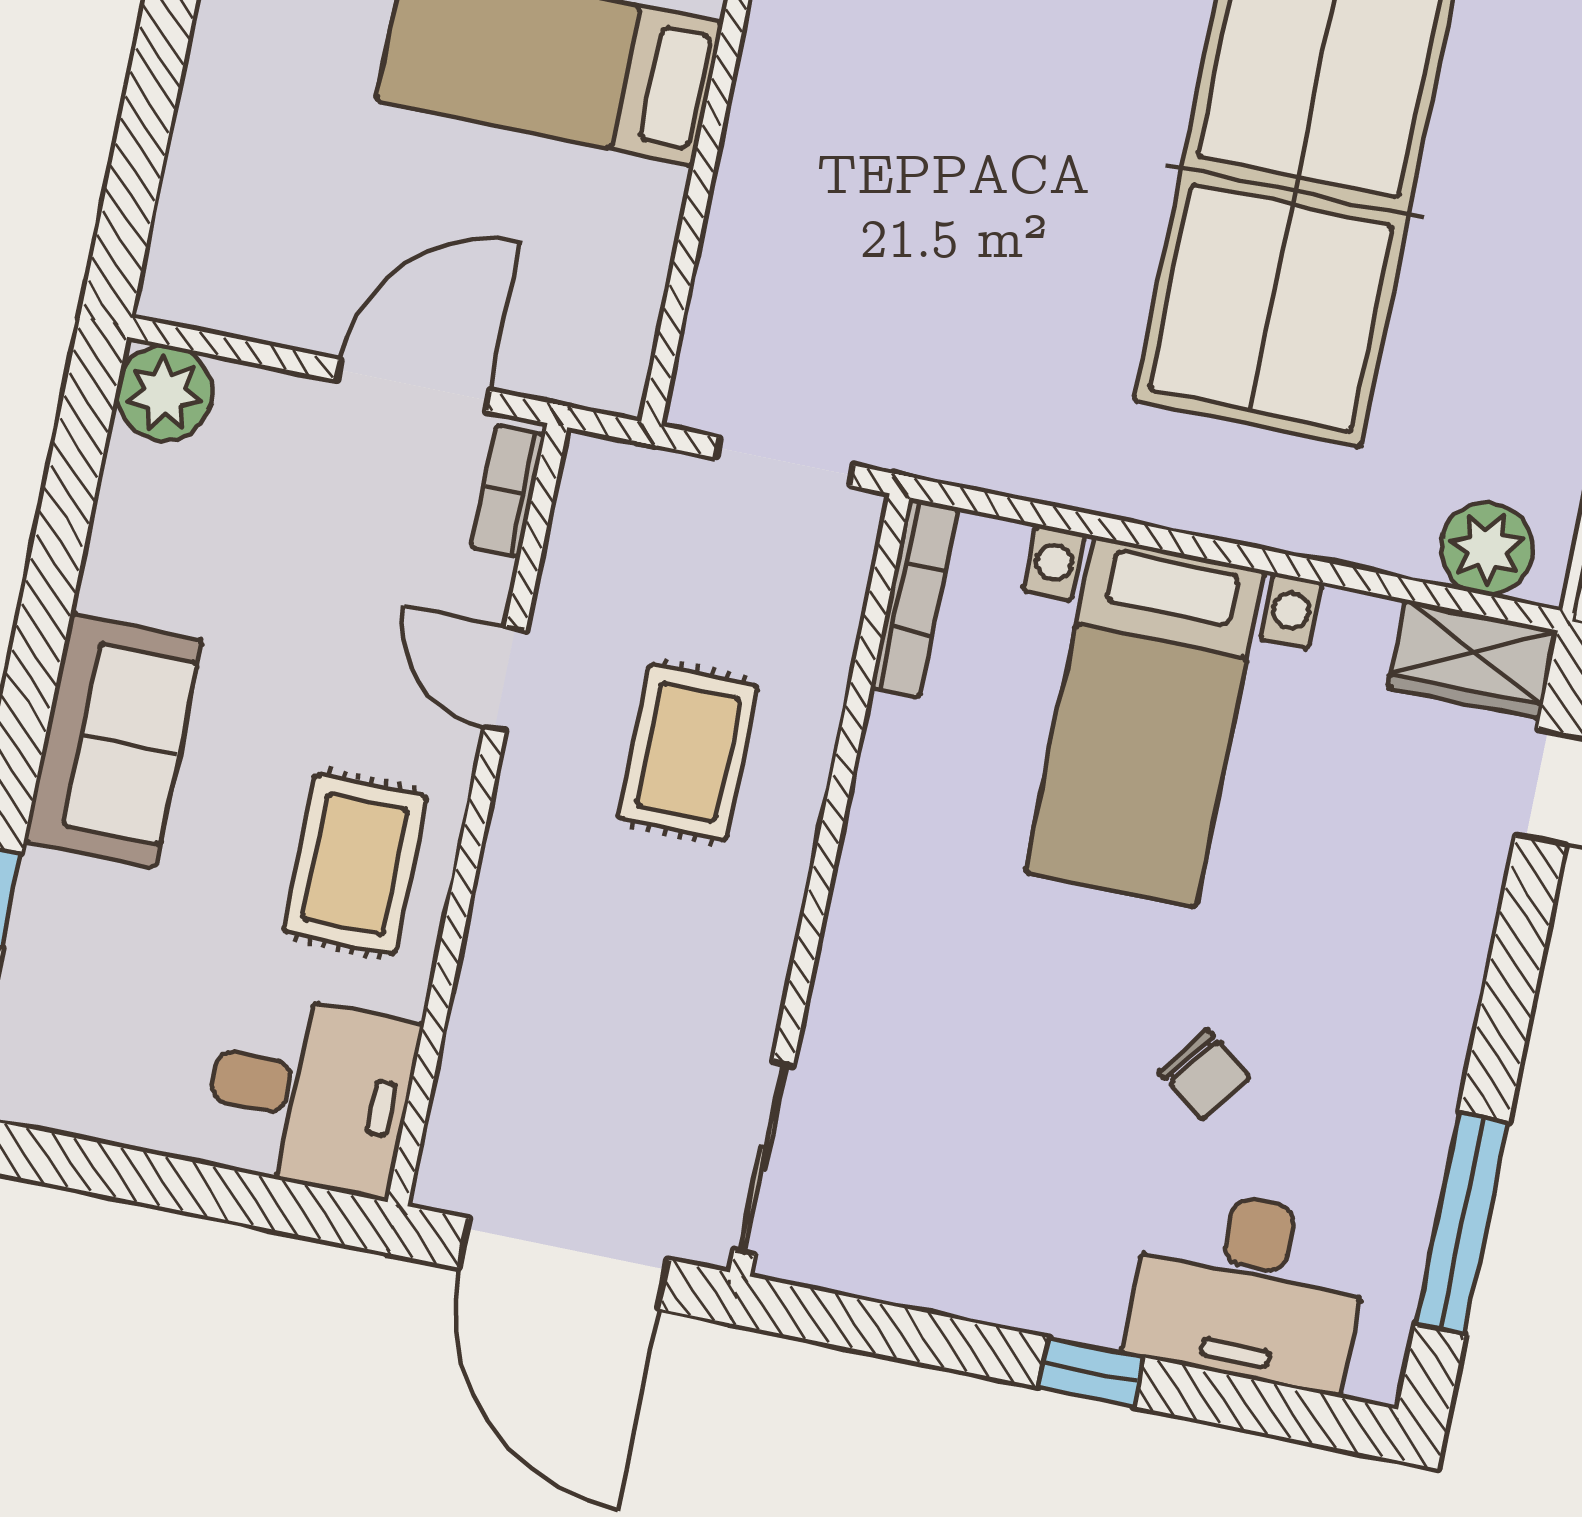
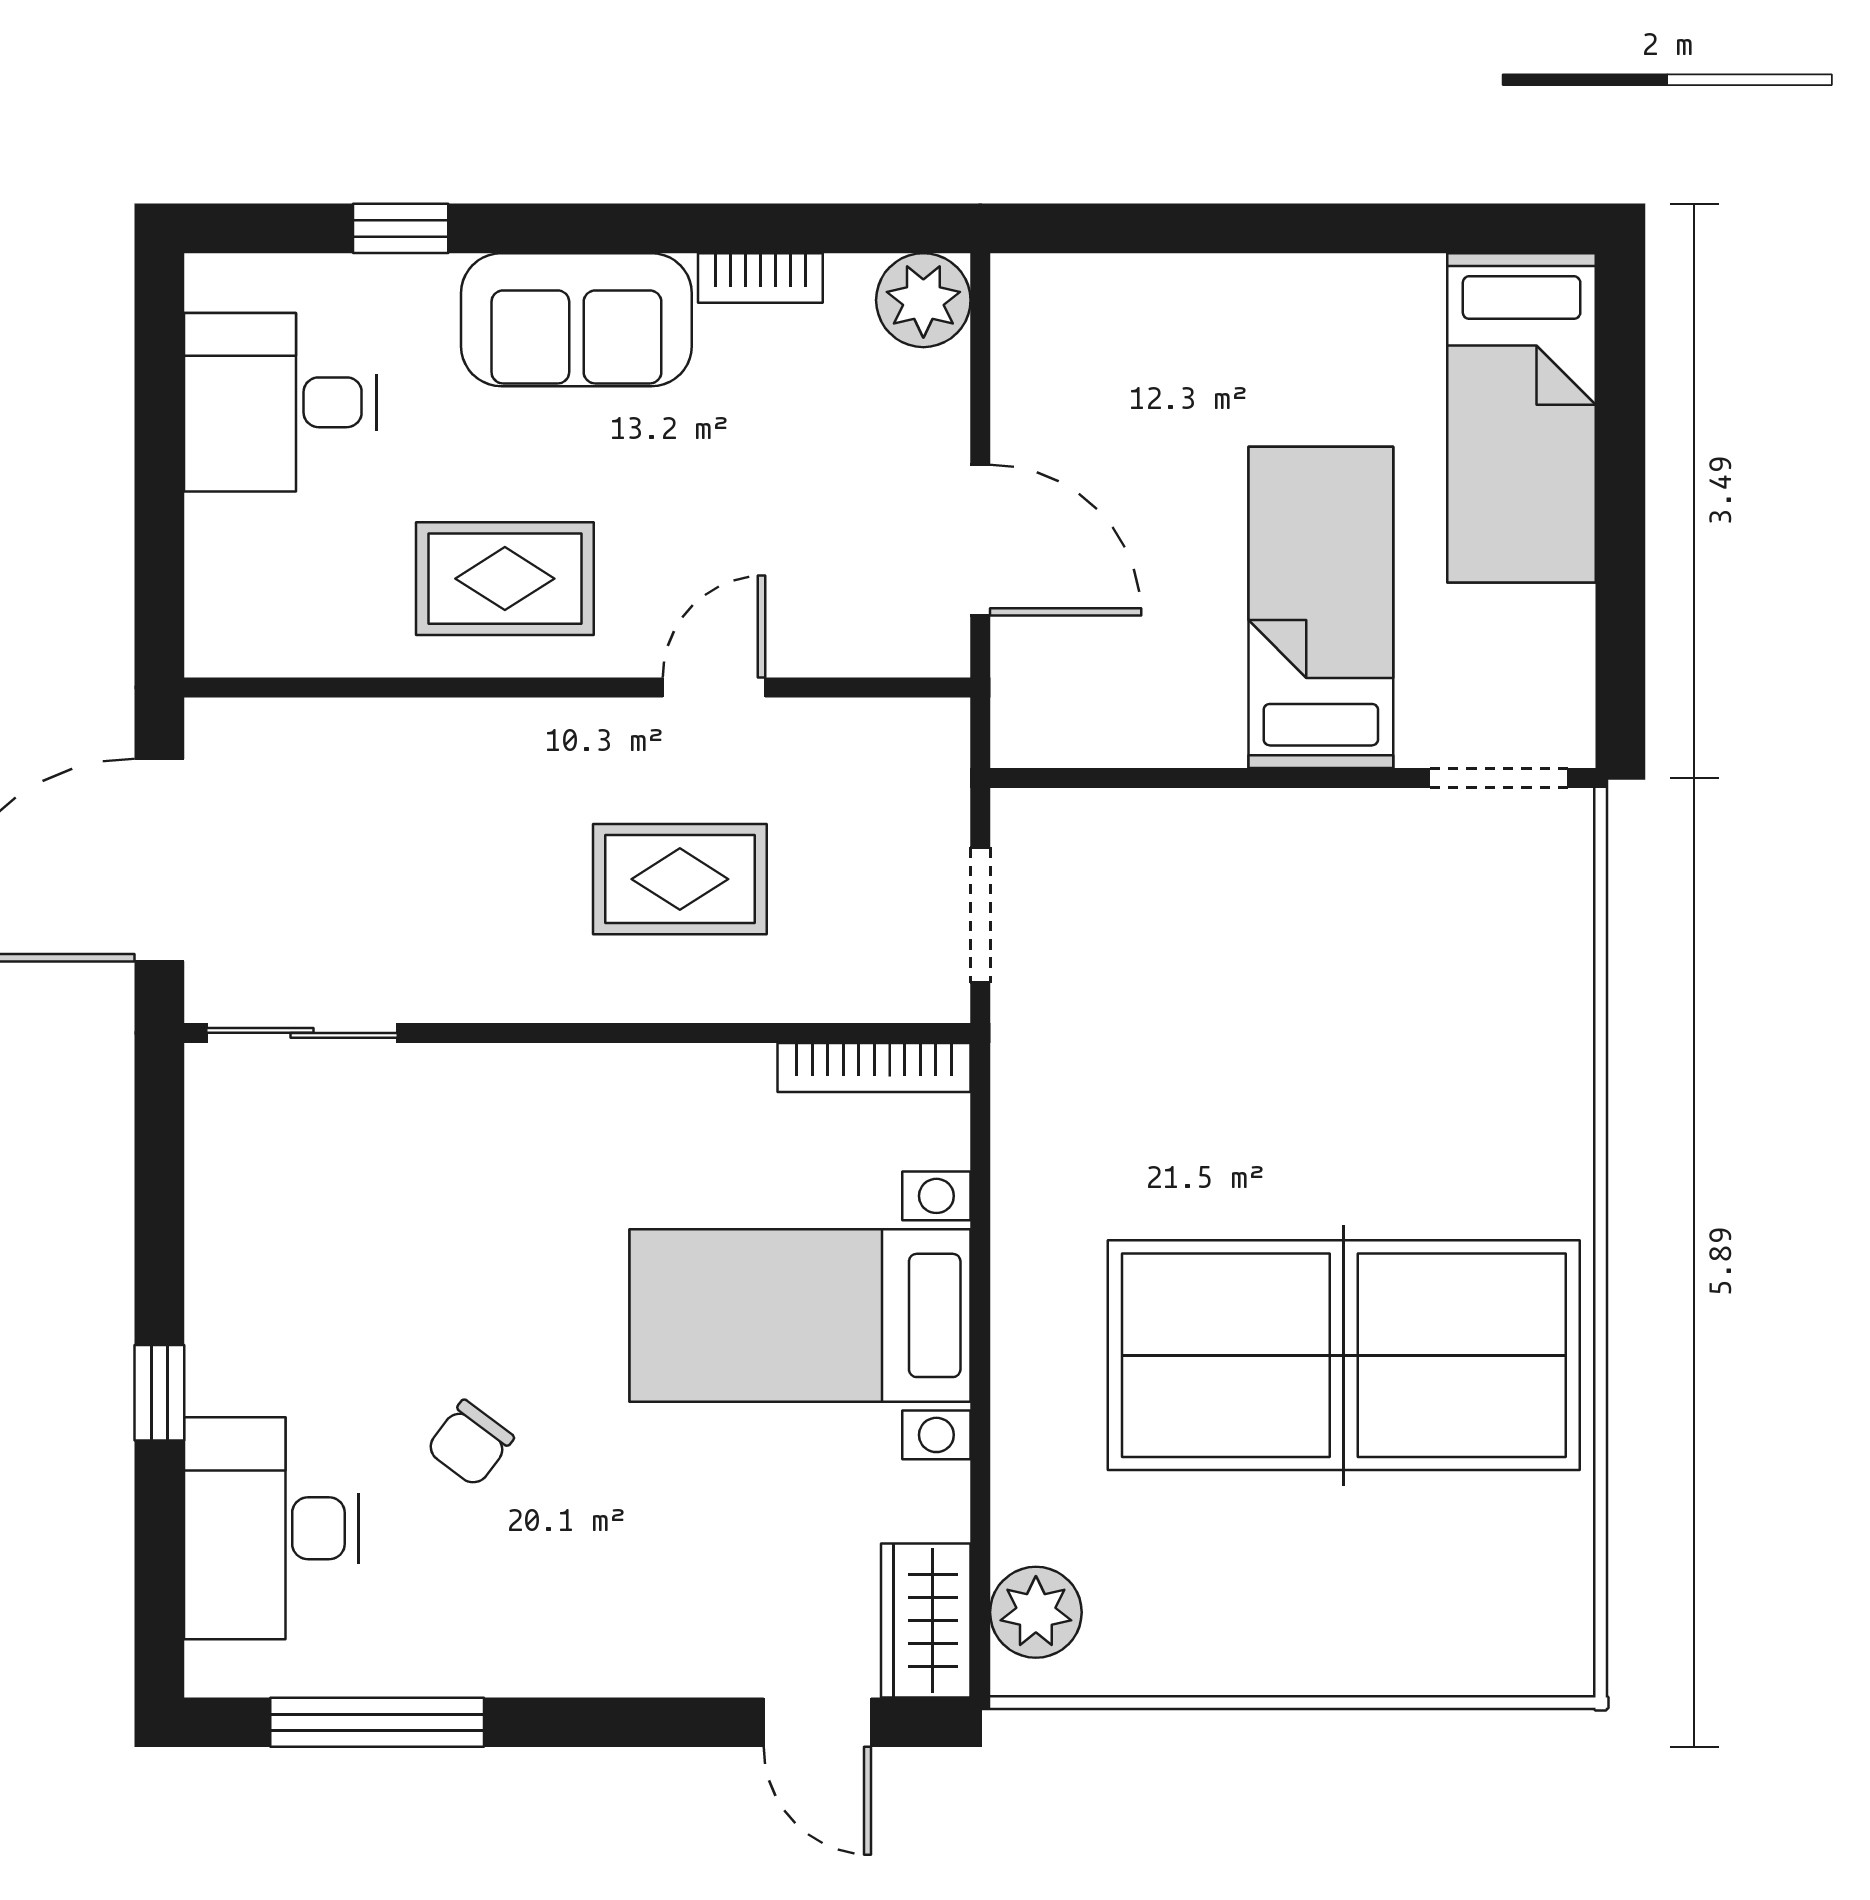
bookcase: (508, 491) -> (760, 278), moved, turned 180
desk: (310, 1094) -> (280, 402), moved, turned 90

